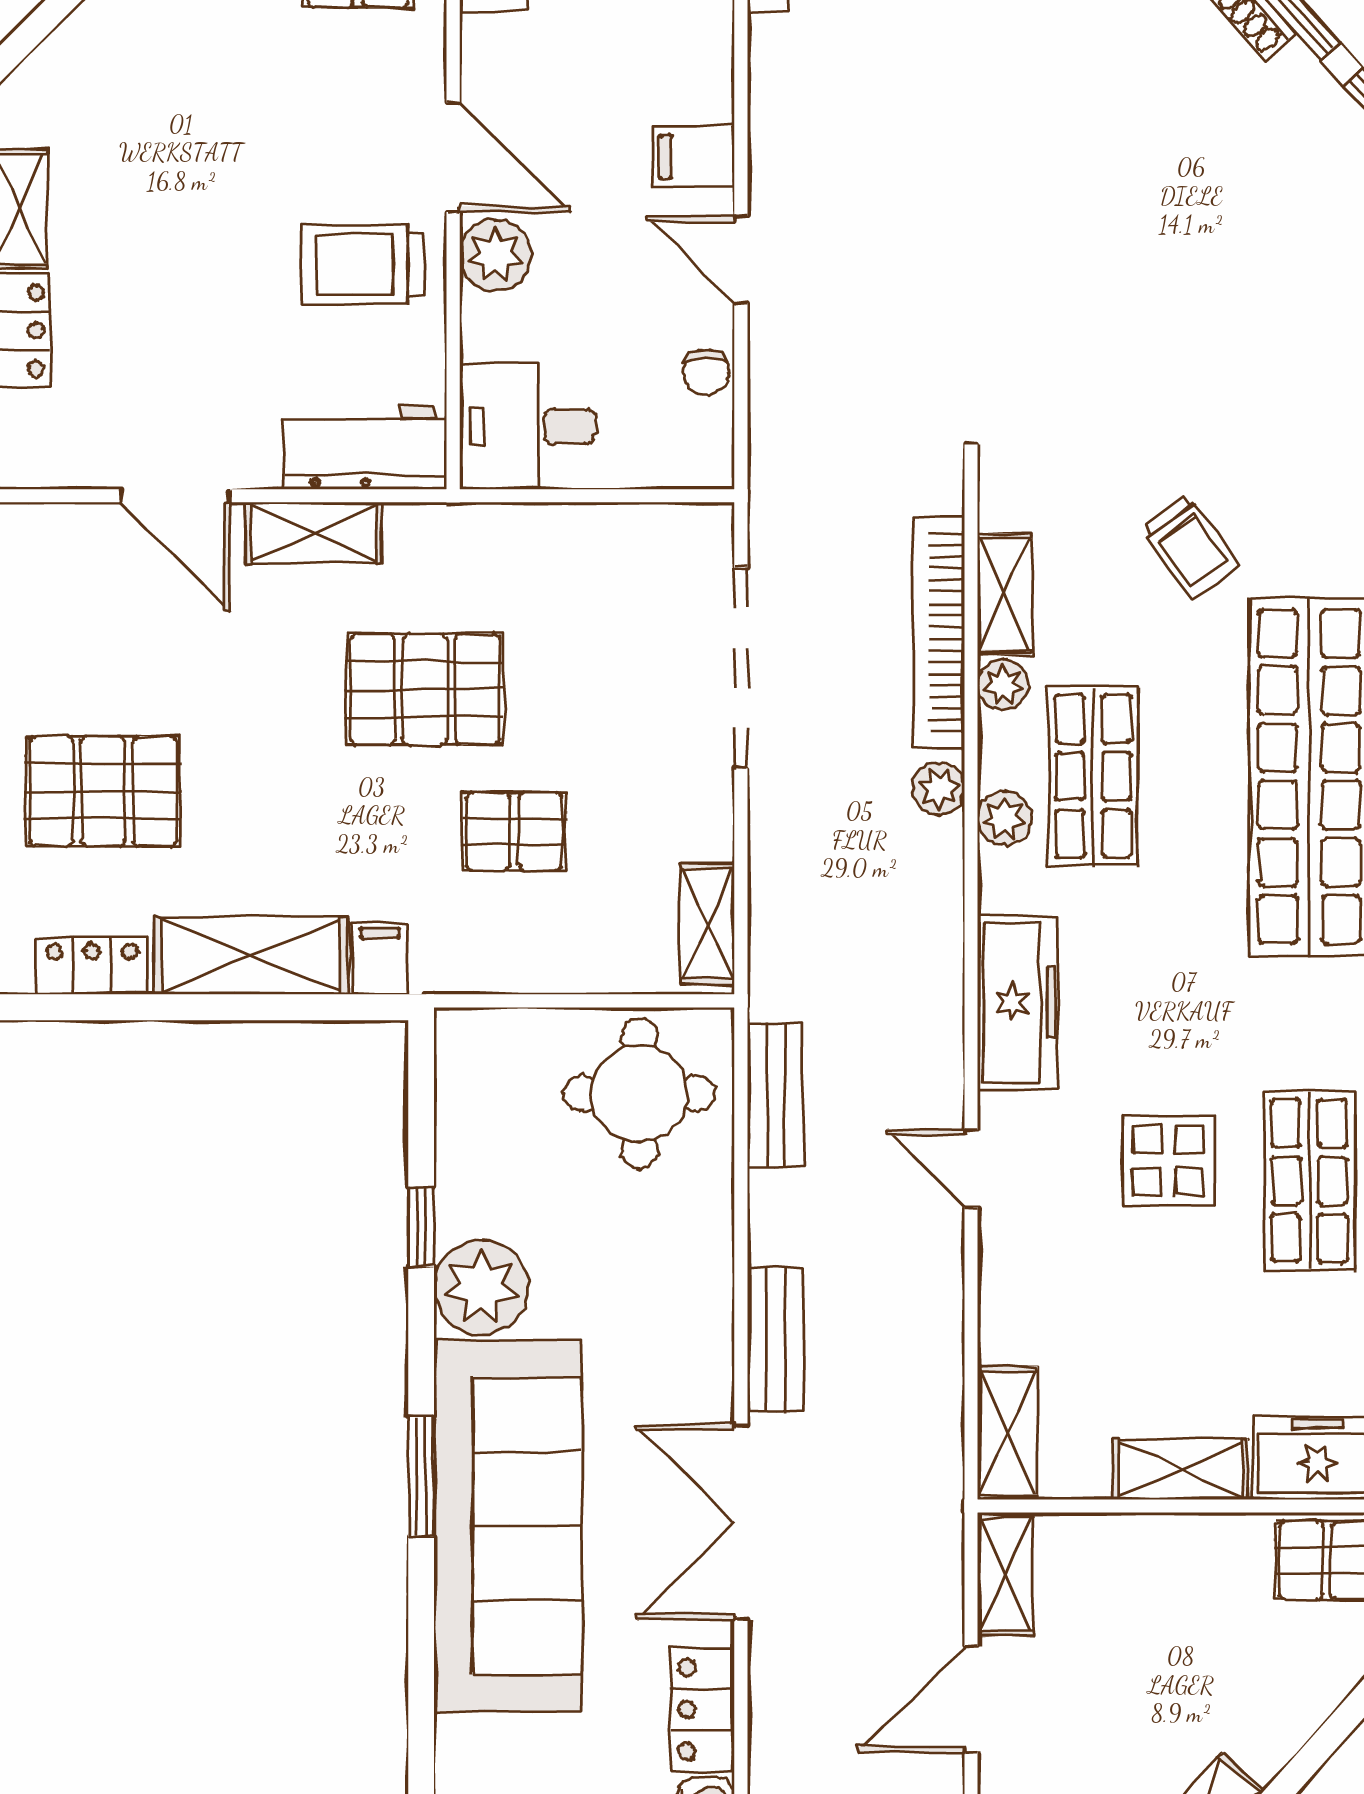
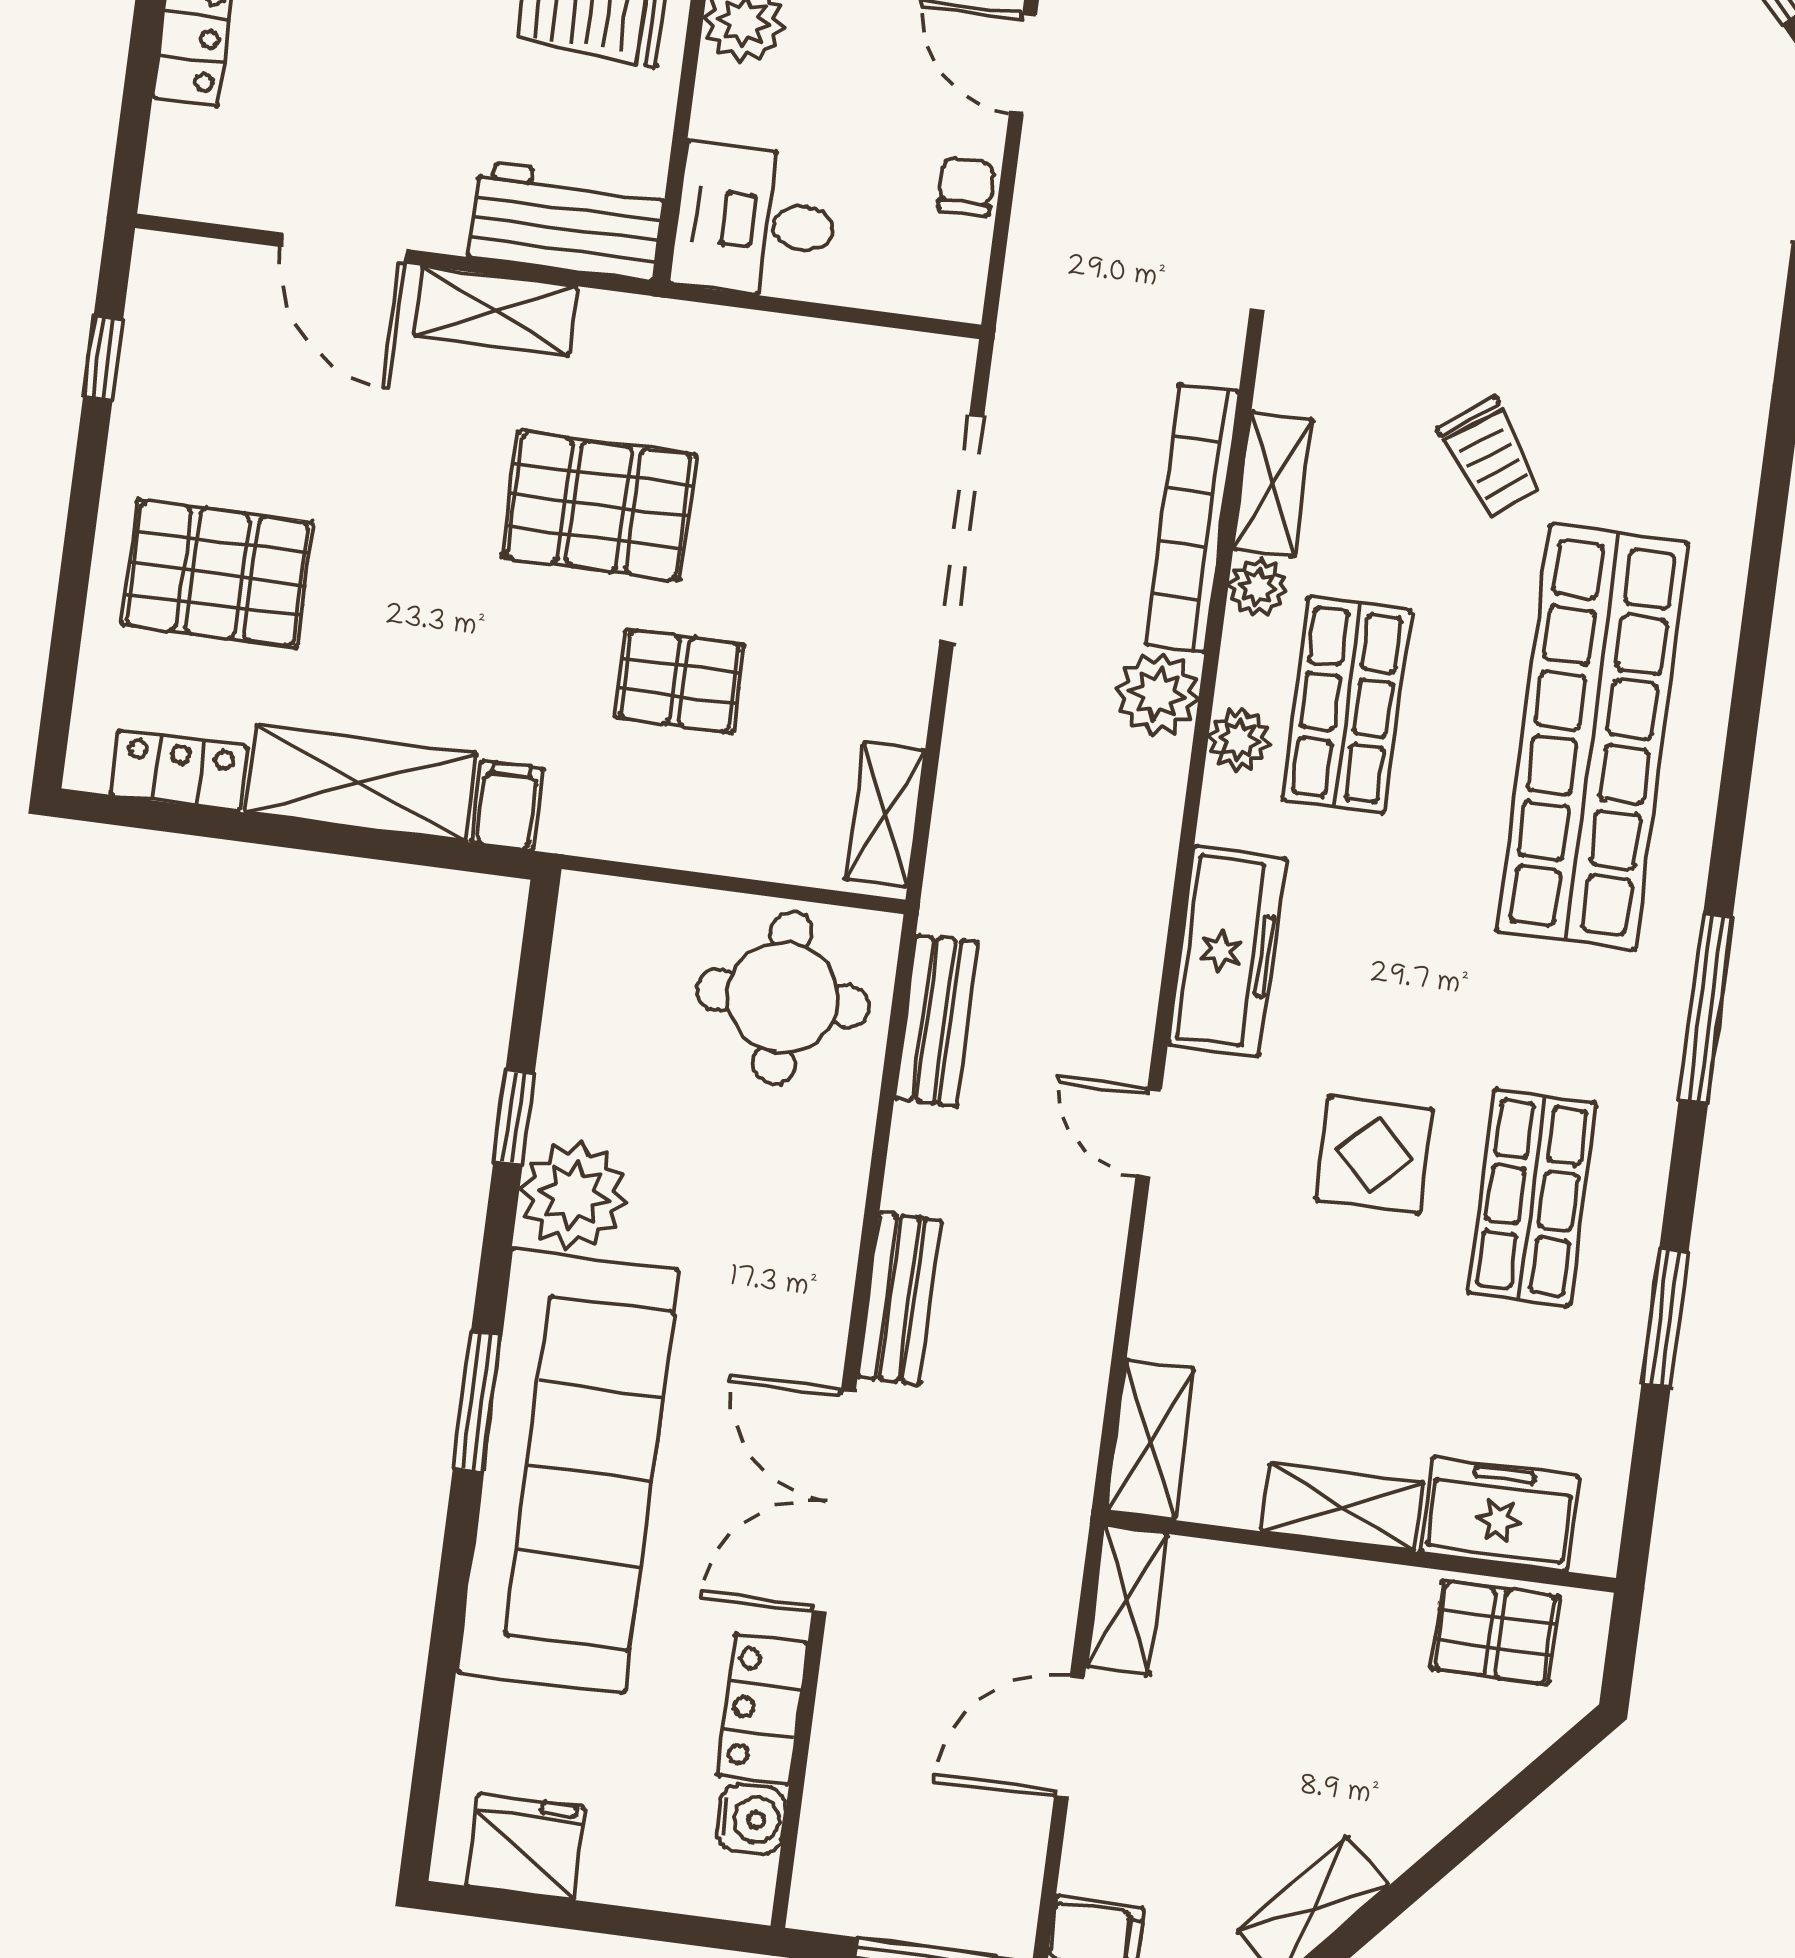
chair: (706, 372) -> (966, 187), turned 180
plant: (938, 789) -> (1157, 694), width x1.38, depth x1.38

